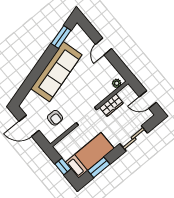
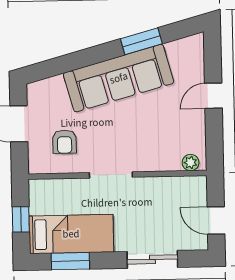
window: (61, 37) -> (141, 41), moved
wardrobe: (111, 105) -> (158, 187), removed

